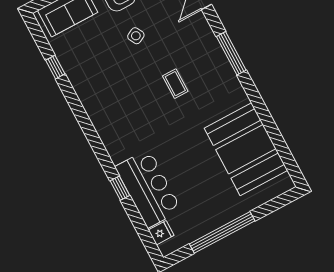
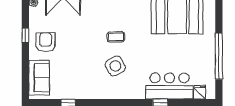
side table: (136, 36) -> (115, 66), moved, width x1.87, depth x1.87

